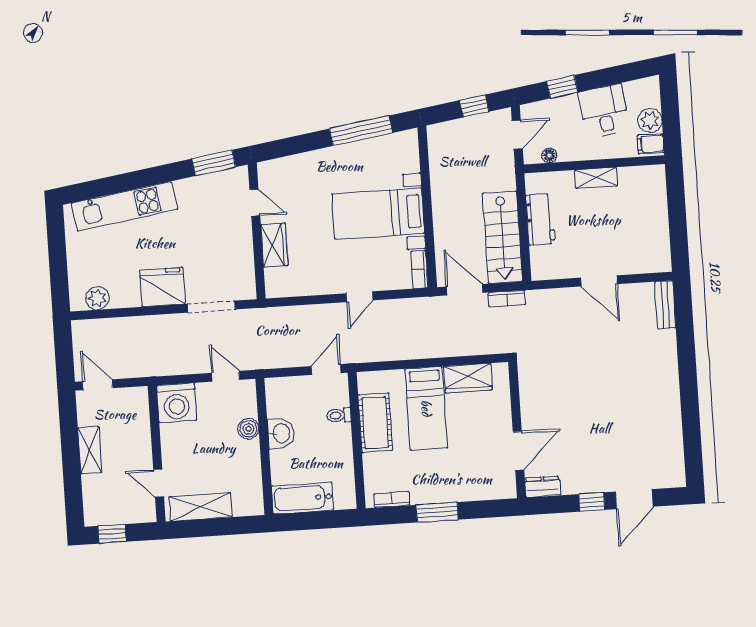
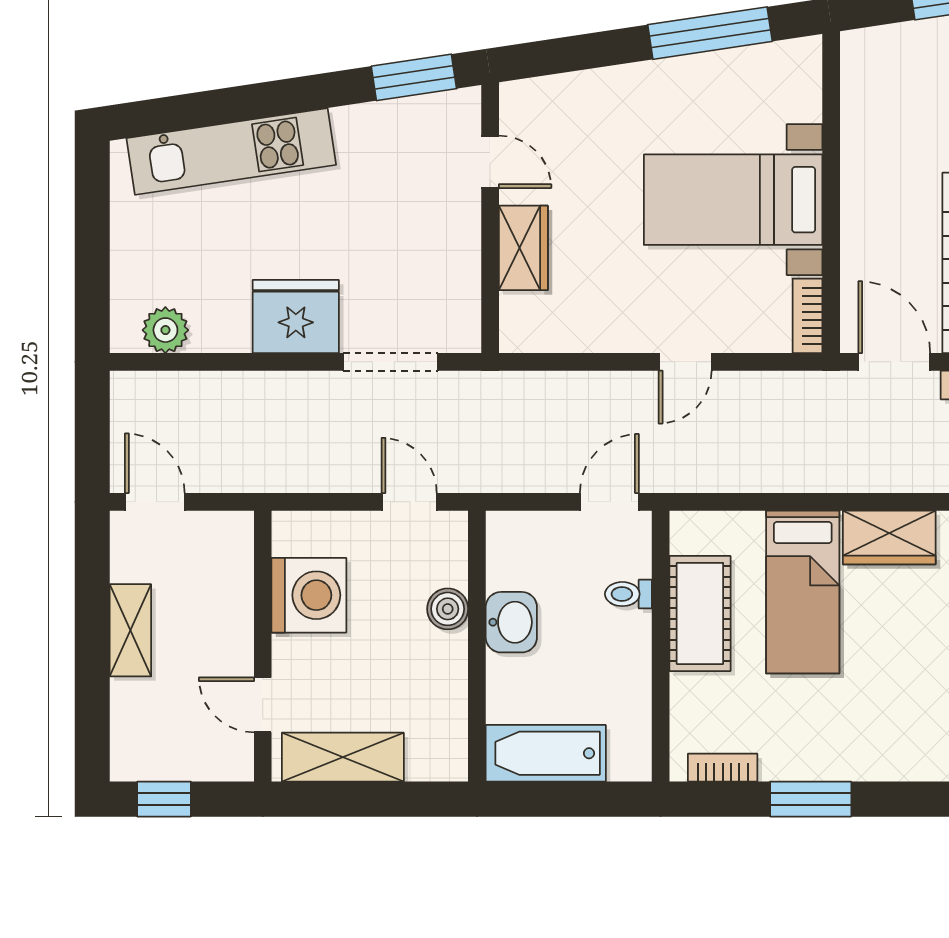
washing machine: (177, 403) -> (309, 595), moved, turned -90

